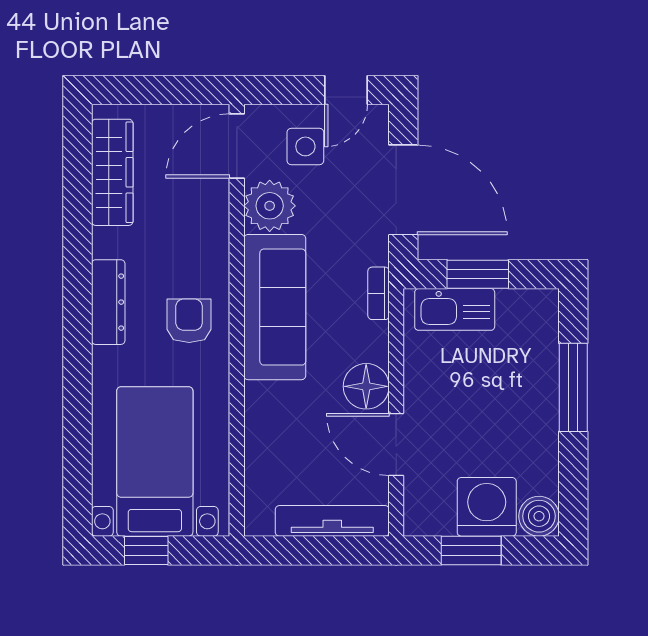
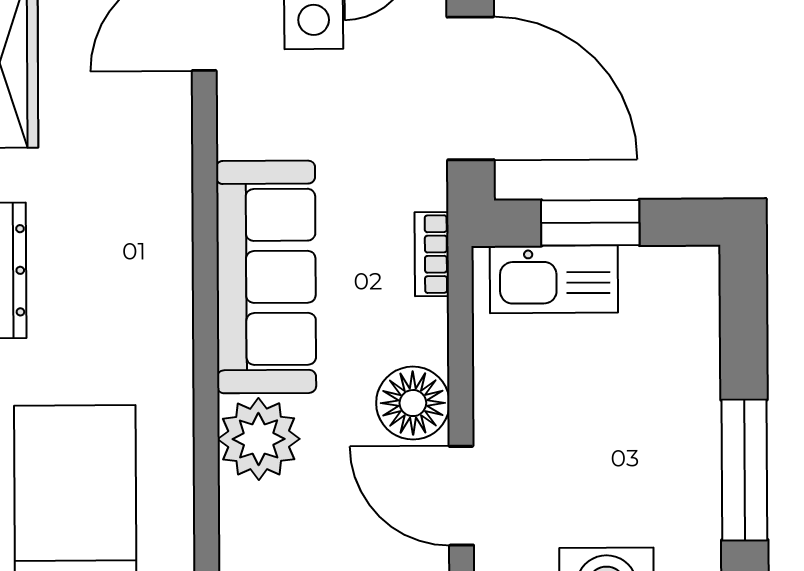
plant: (270, 206) -> (259, 439), moved
armchair: (189, 321) -> (129, 300), removed
window: (573, 387) -> (744, 470), moved

